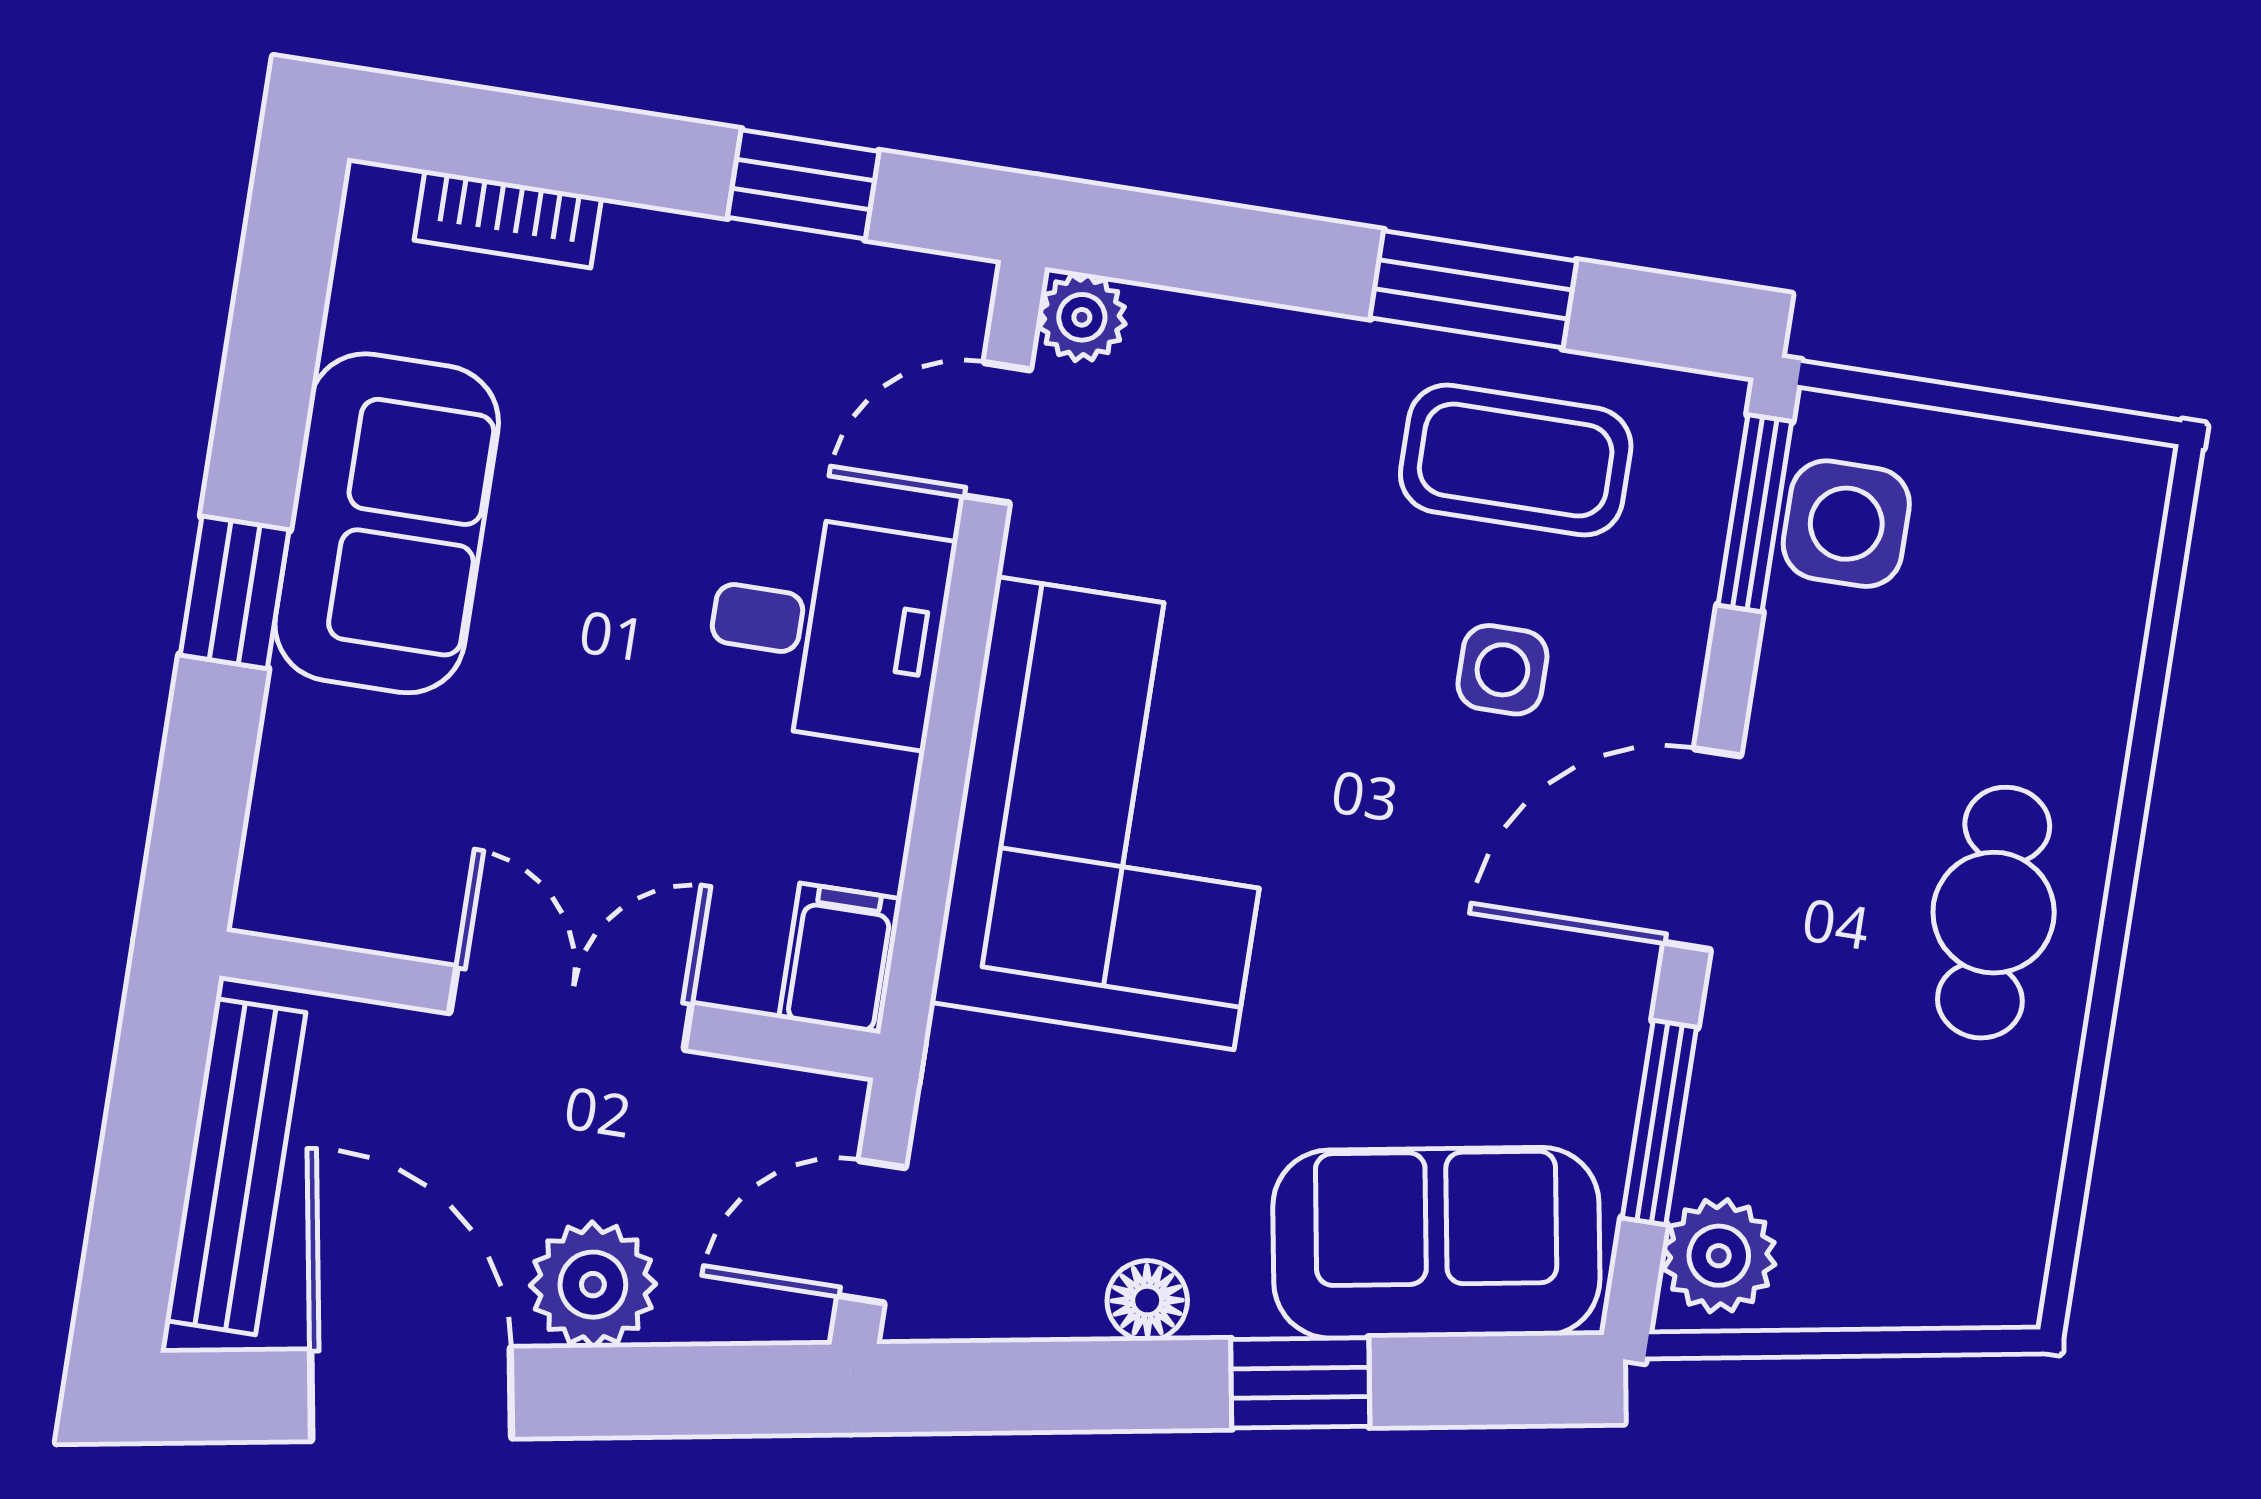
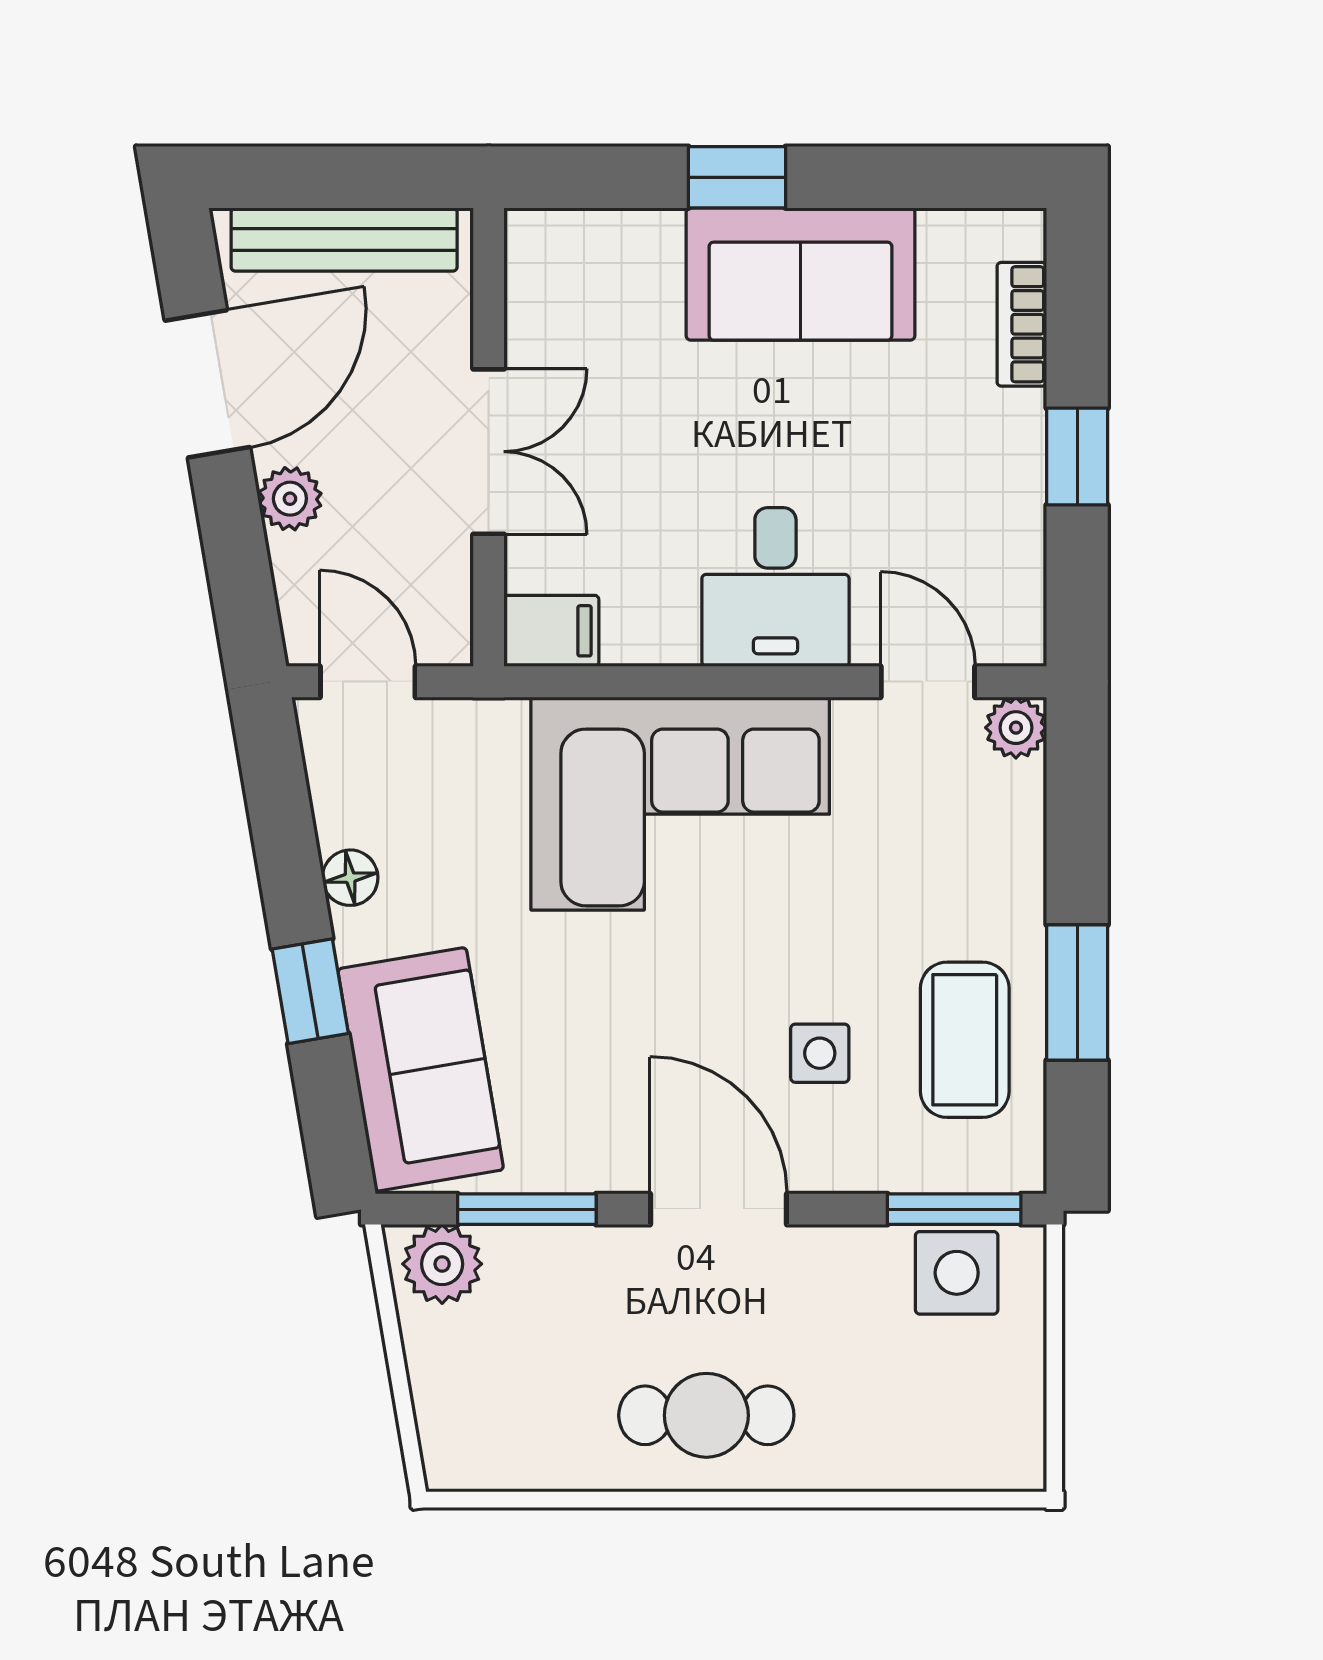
window: (803, 184) -> (1077, 456), moved
plant: (593, 1285) -> (290, 499), width x0.73, depth x0.73

